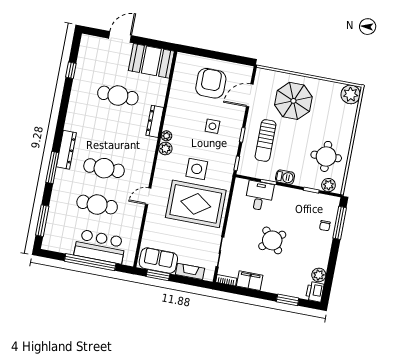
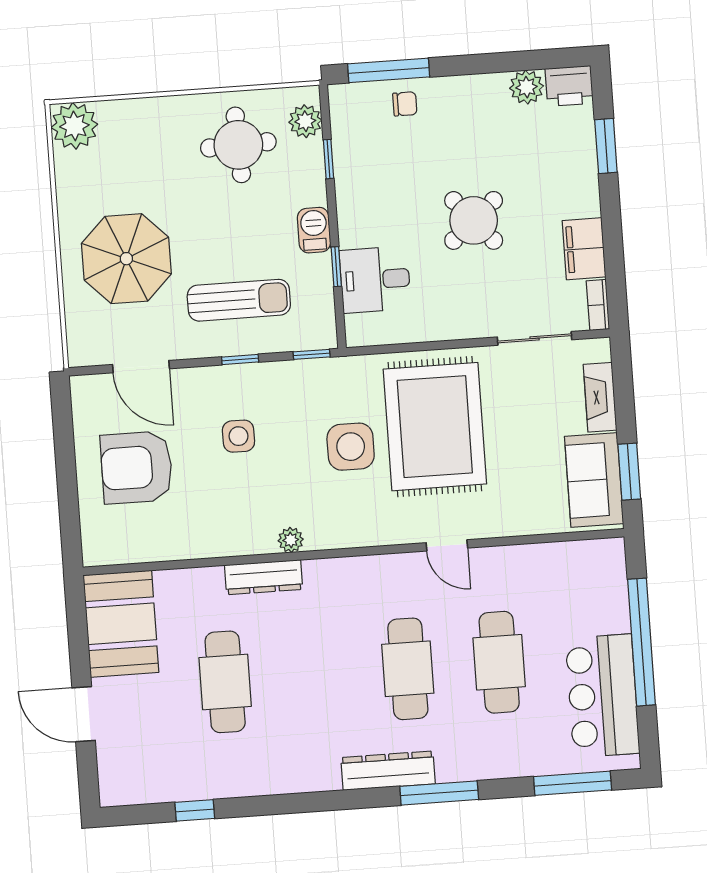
plant: (165, 149) -> (322, 534), removed
bar counter: (100, 247) -> (603, 696), moved

